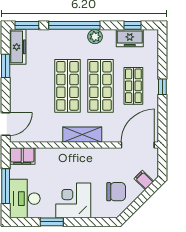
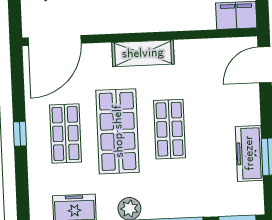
freezer: (18, 47) -> (249, 153), moved
shop shelf: (67, 86) -> (170, 129), width x0.70, depth x0.74

